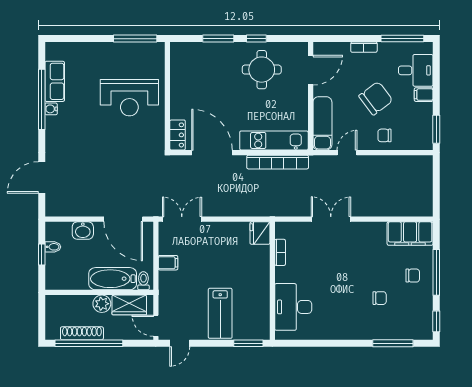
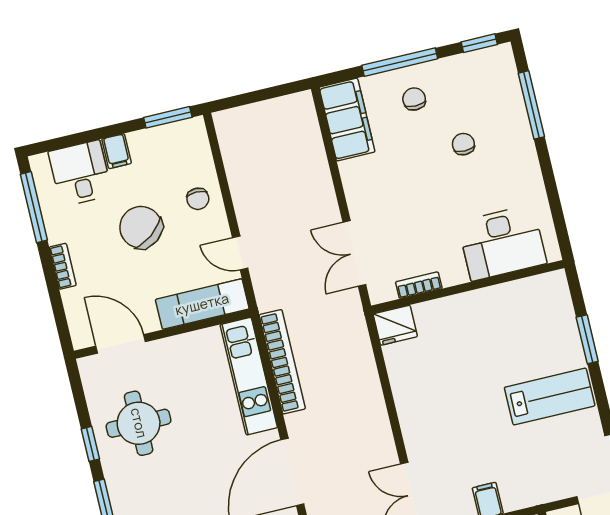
fridge: (260, 233) -> (395, 325), moved
bookcase: (280, 252) -> (419, 285), moved
wall: (272, 281) -> (468, 287), moved
desk: (293, 307) -> (502, 243), moved

